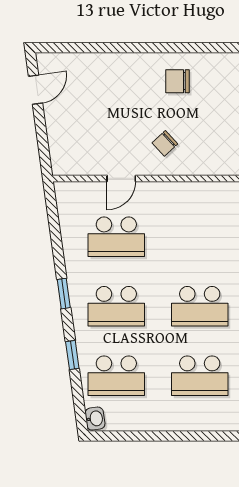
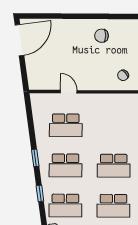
door: (35, 90) -> (20, 40), width x1.88
chair: (165, 143) -> (123, 75), moved
door: (121, 178) -> (69, 92), swing flipped

